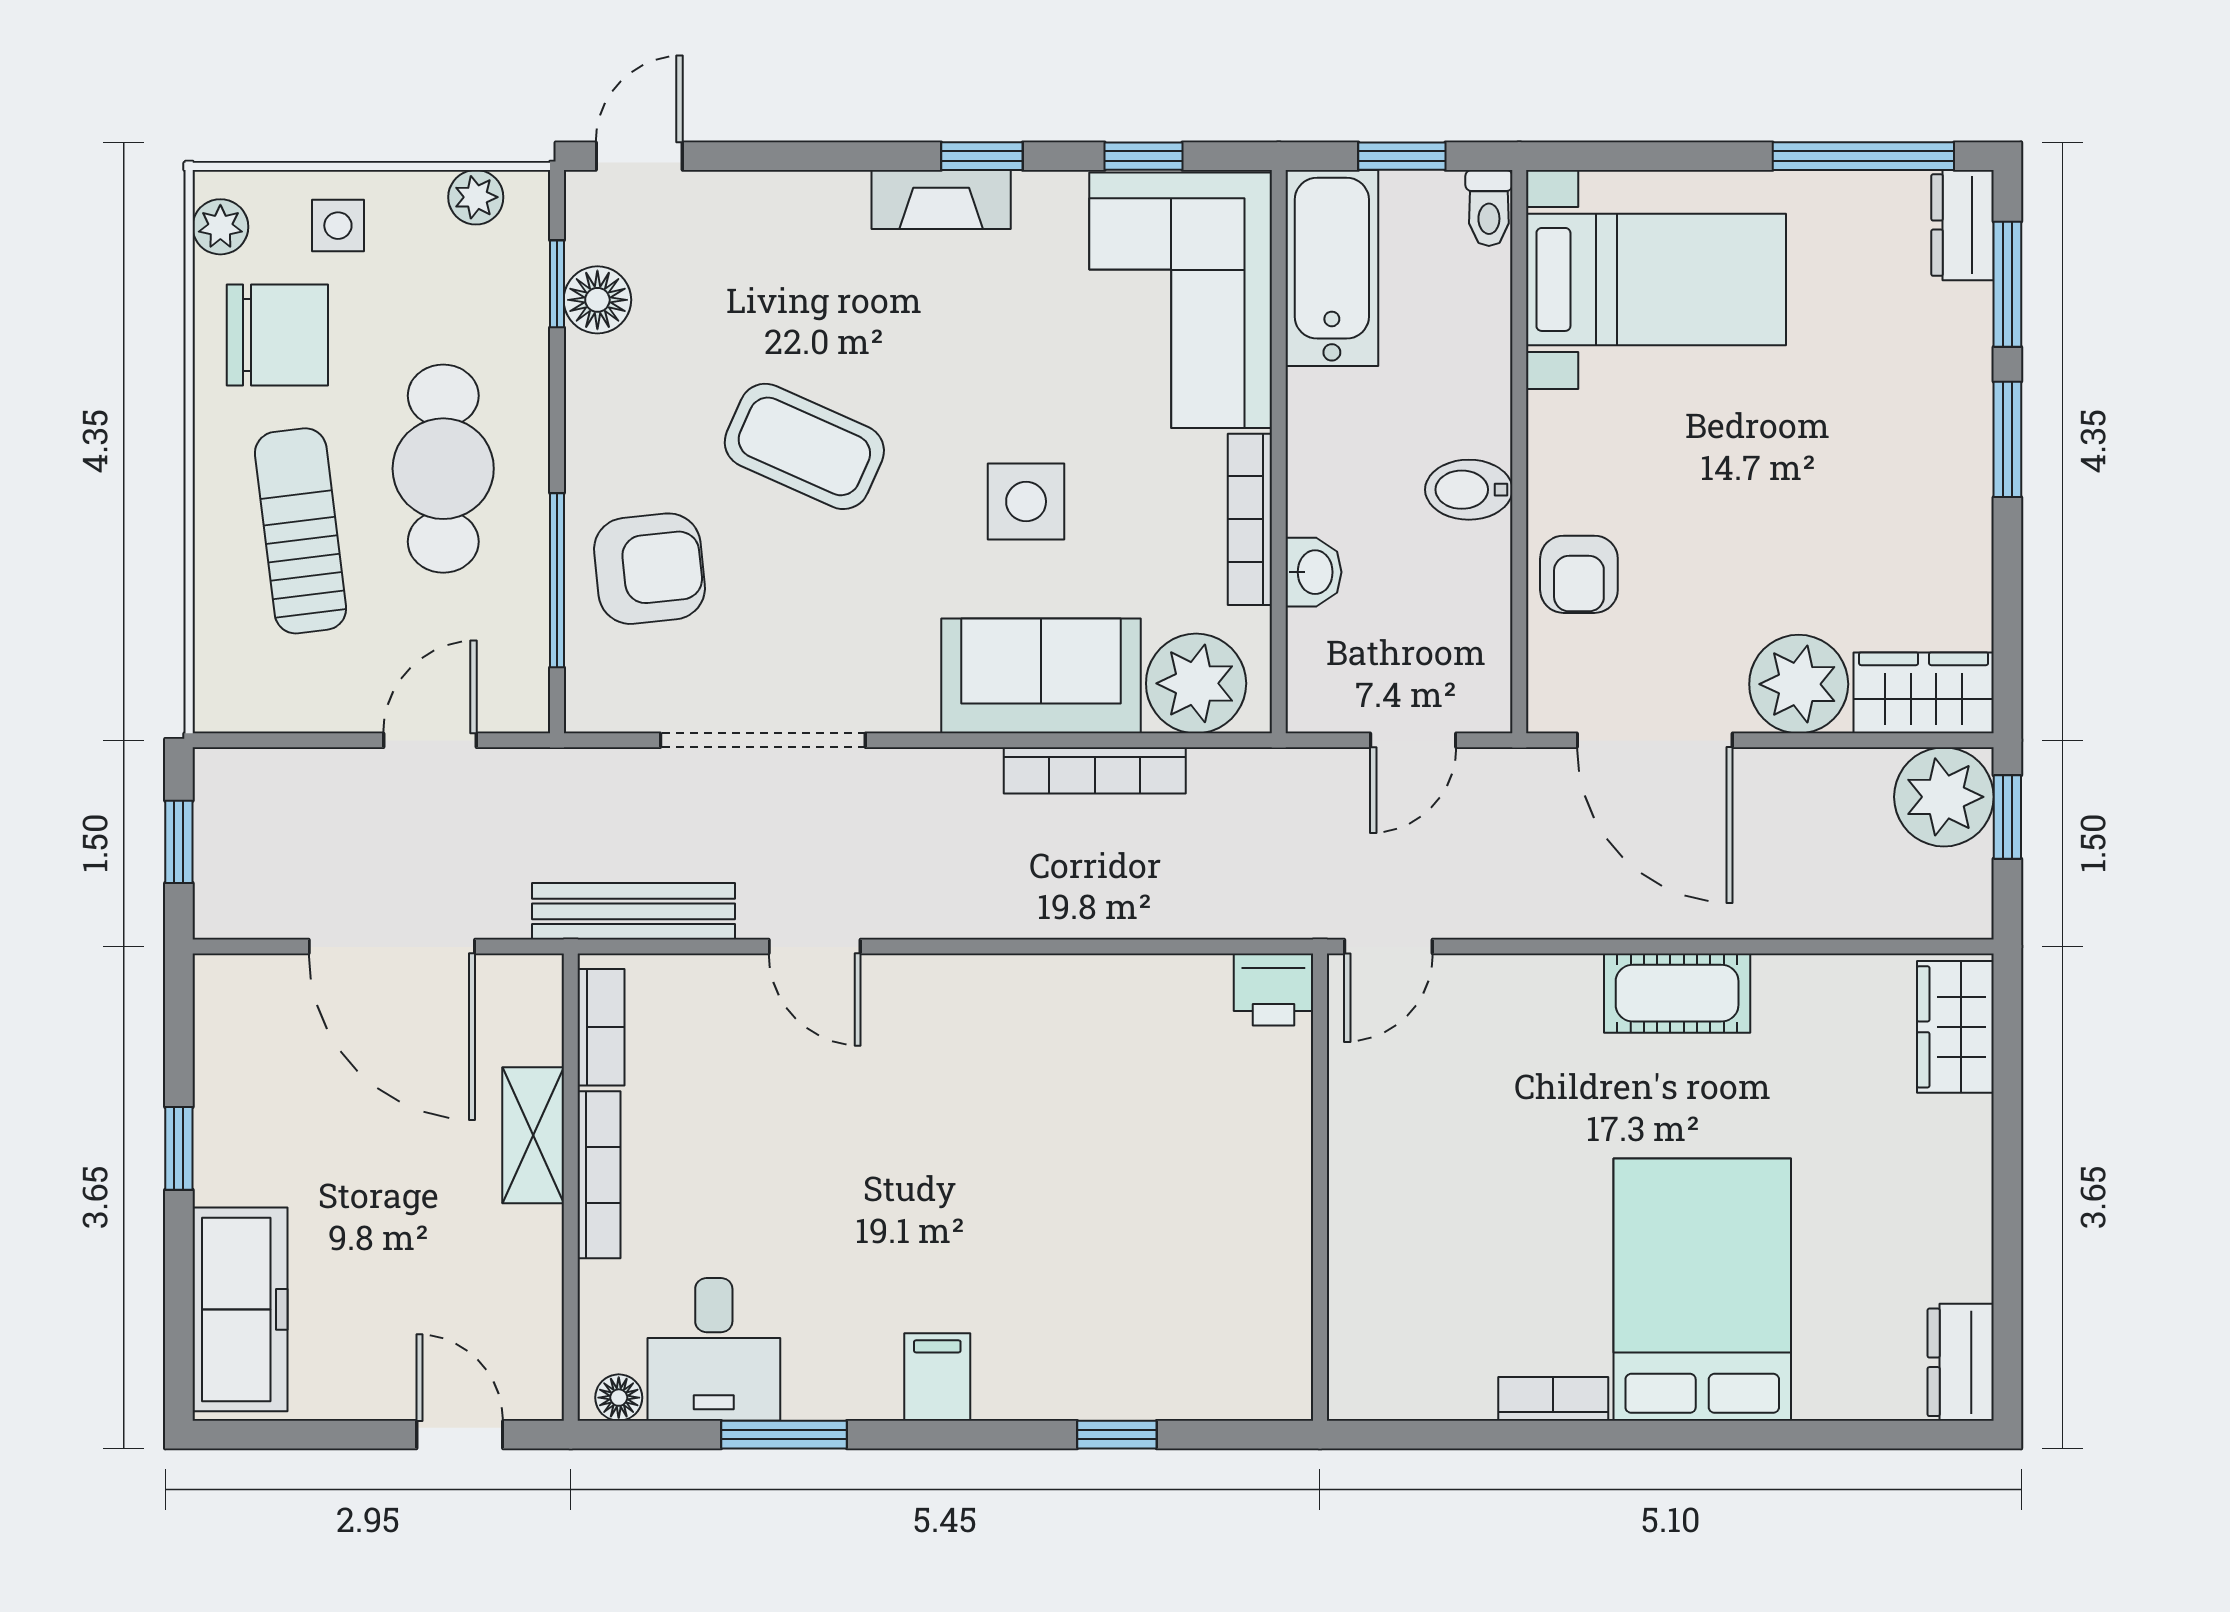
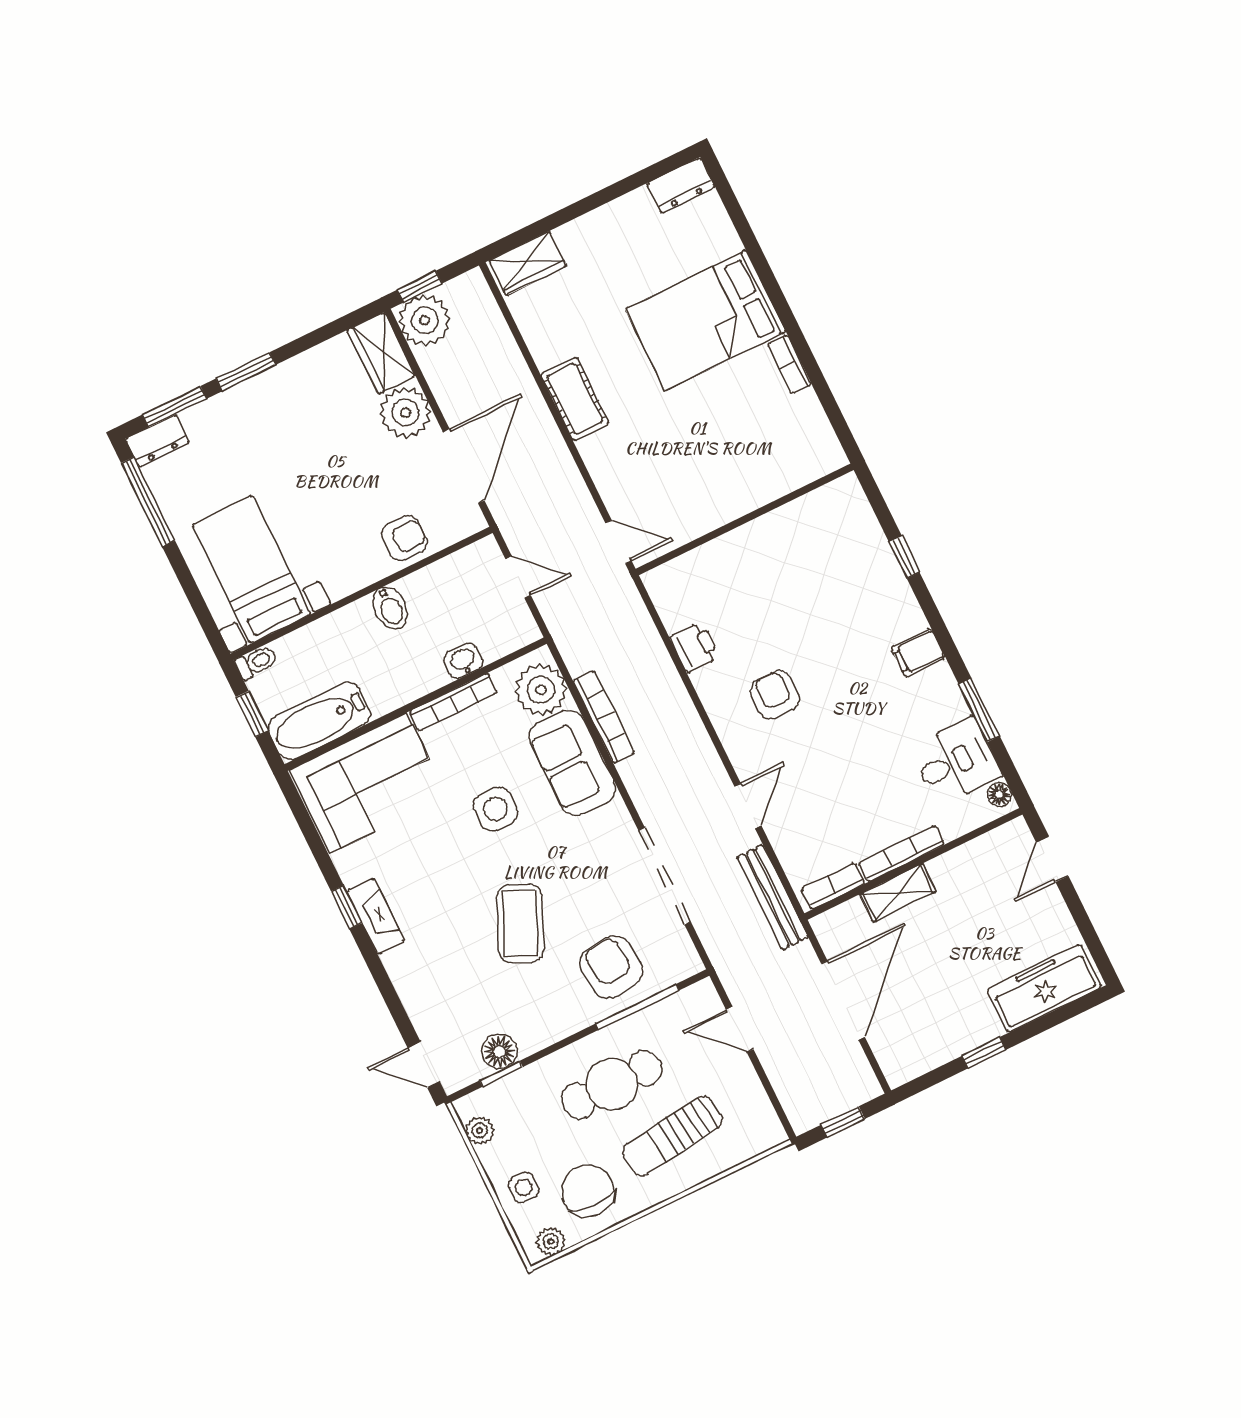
window: (1143, 156) -> (310, 833), removed
printer: (1273, 989) -> (695, 647), moved
armchair: (986, 1089) -> (775, 695), added

